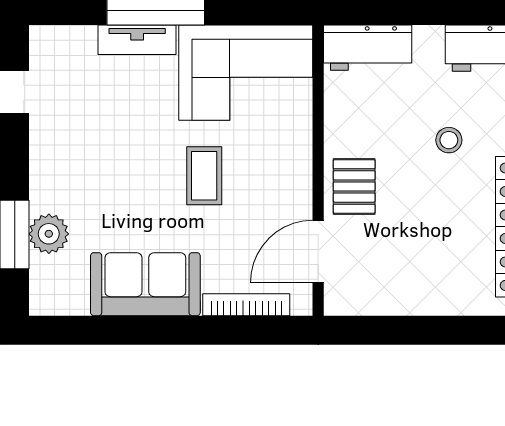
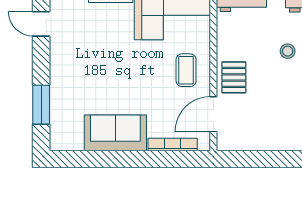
coffee table: (204, 176) -> (186, 70), moved
plant: (49, 234) -> (61, 104), removed

